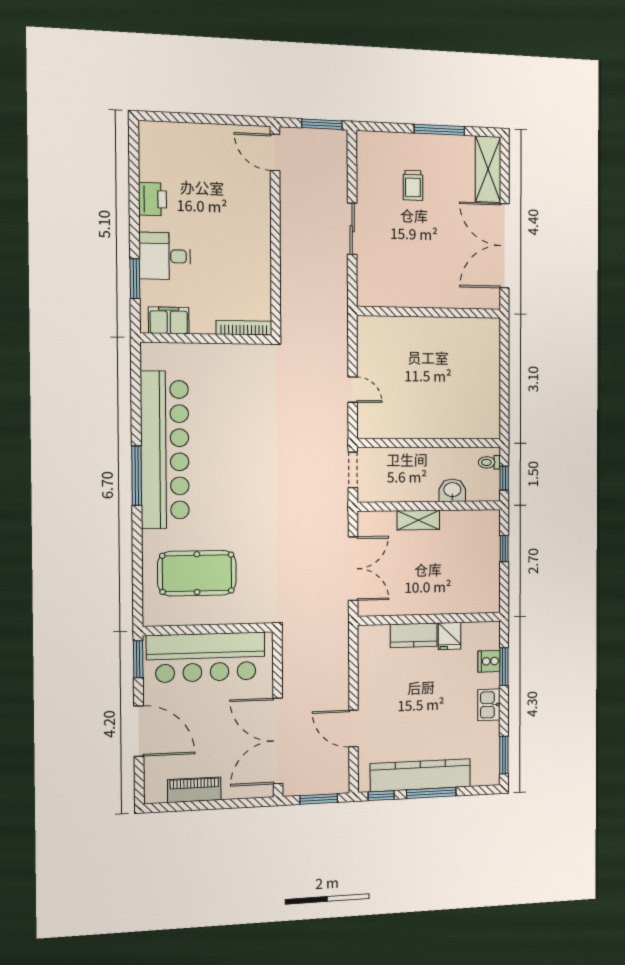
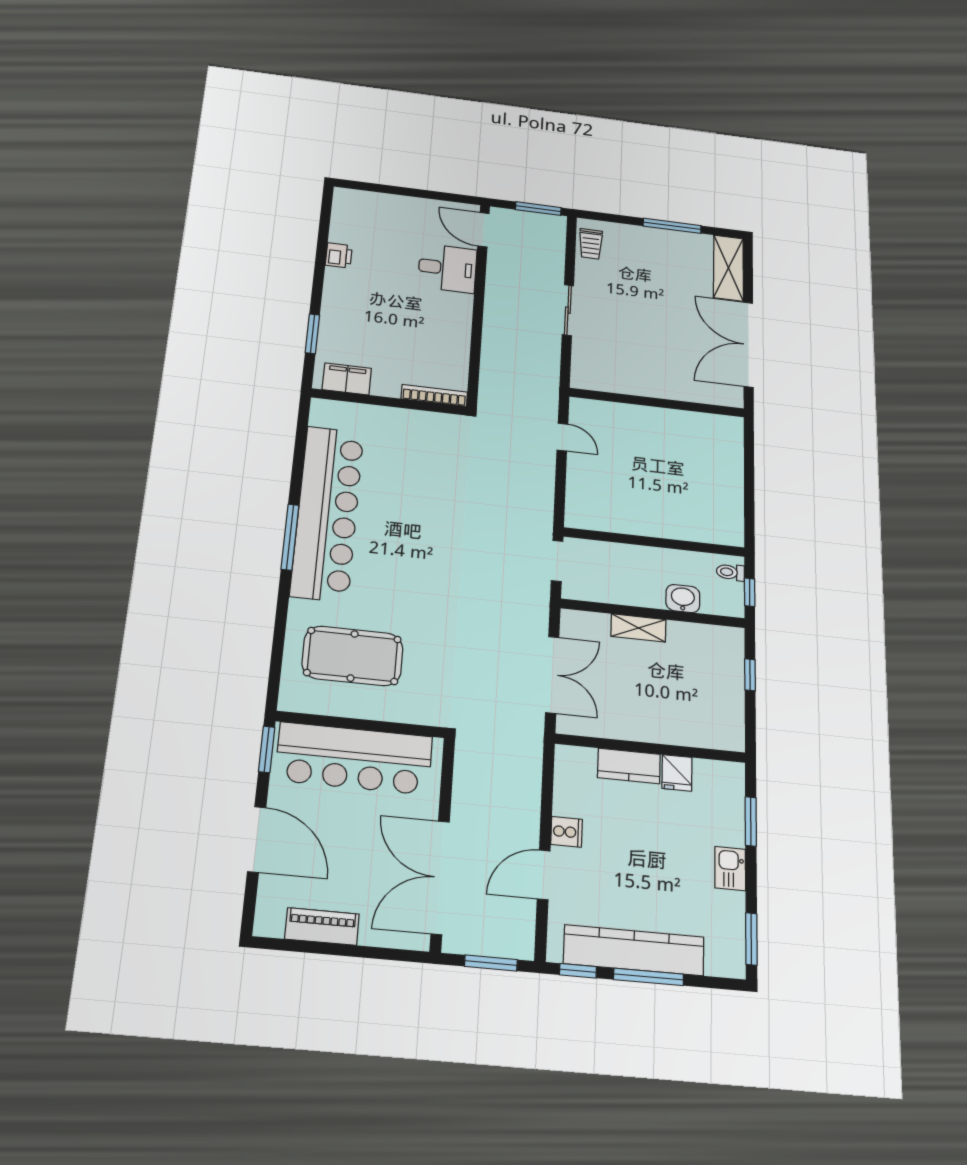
trolley: (413, 185) -> (591, 244), moved
printer: (153, 199) -> (339, 255), width x0.73, depth x0.81
desk: (165, 256) -> (447, 268), moved, turned 180
door: (353, 390) -> (562, 437), moved
cooker: (489, 661) -> (567, 832), moved, turned 180
door: (354, 728) -> (544, 875), hinge flipped

